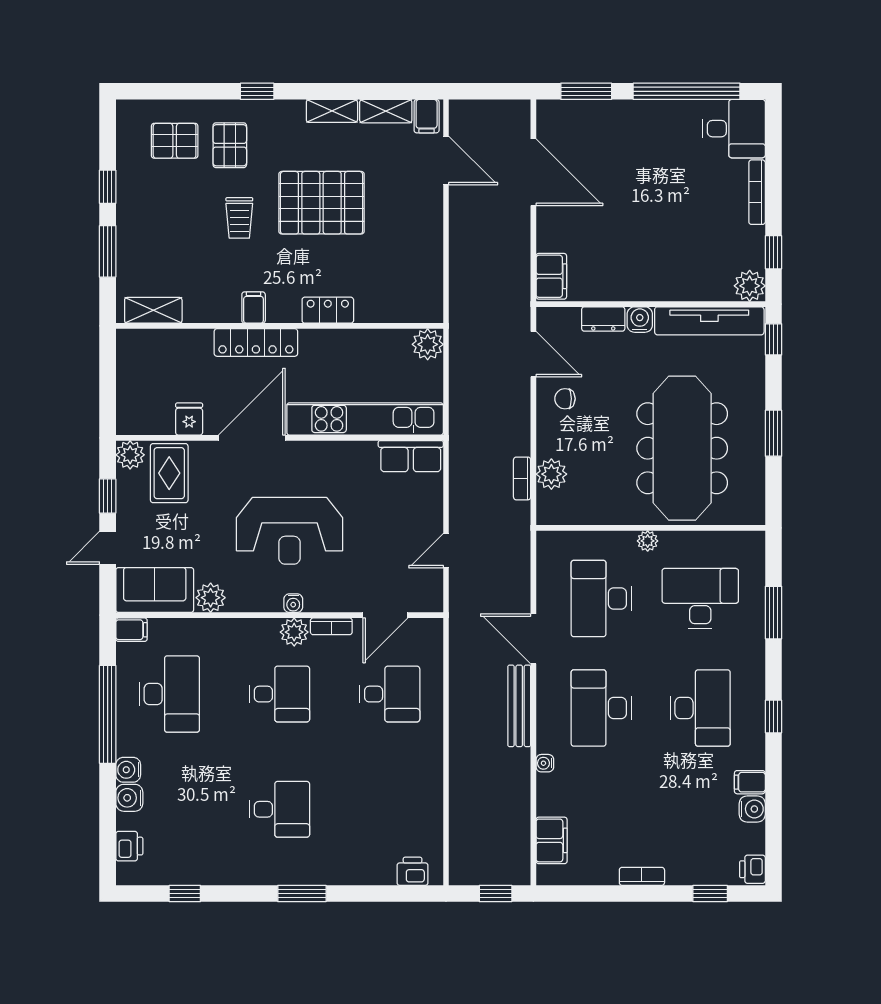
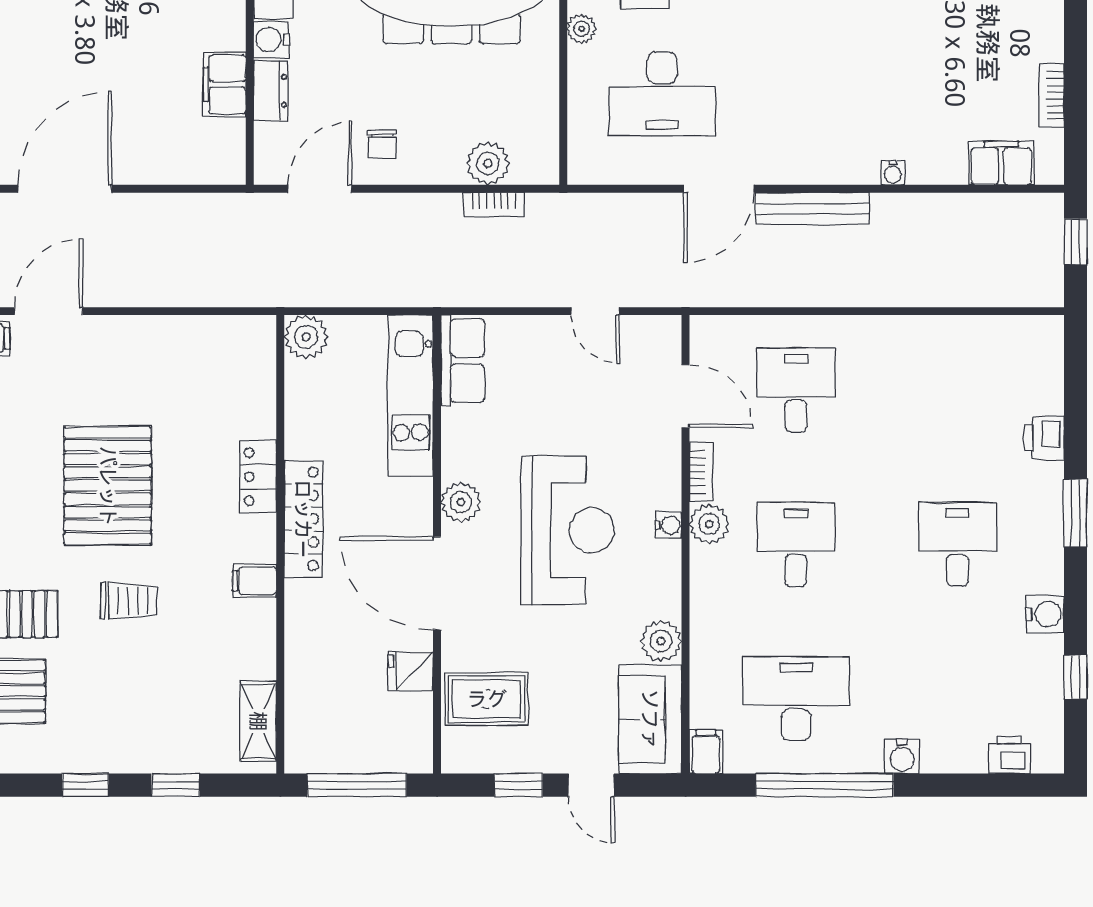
window: (108, 251) -> (176, 785), width x0.67
filing cabinet: (551, 276) -> (224, 84), moved, turned -90
locker: (256, 342) -> (303, 519), moved
window: (108, 381) -> (357, 785), added
kitchen unit: (365, 419) -> (411, 395), width x0.73
plant: (130, 455) -> (461, 502), moved
desk: (601, 708) -> (816, 94), removed
water cooler: (129, 798) -> (1045, 614), moved, turned -90
printer: (413, 871) -> (1044, 438), moved
bookcase: (642, 876) -> (1051, 95), moved

